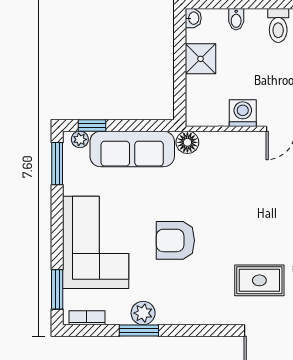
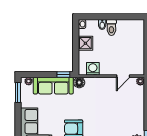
toilet: (278, 25) -> (111, 27), moved
washing machine: (243, 113) -> (93, 69), moved
window: (92, 125) -> (63, 75), moved

